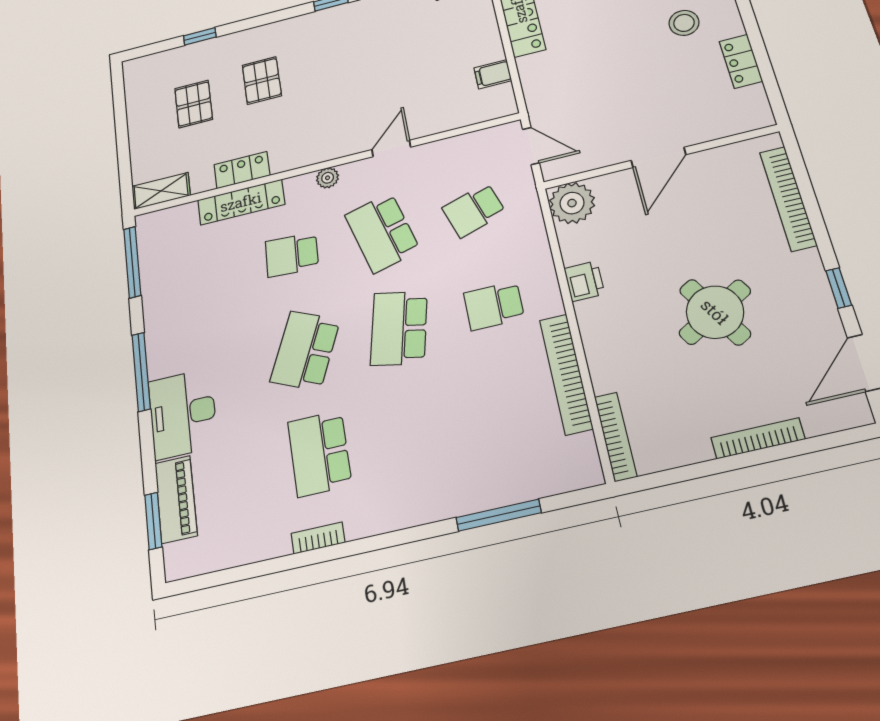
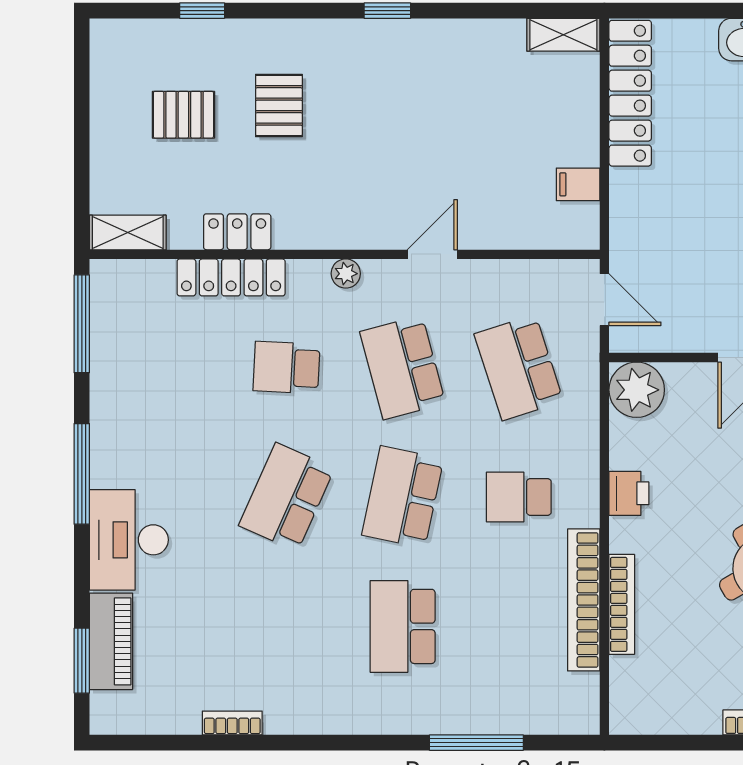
pallet: (194, 104) -> (183, 115), turned 90
school desk: (474, 210) -> (519, 368), width x1.85
bookcase: (616, 437) -> (622, 604), moved
school desk: (320, 453) -> (403, 626), moved
bookcase: (318, 538) -> (232, 723), moved

